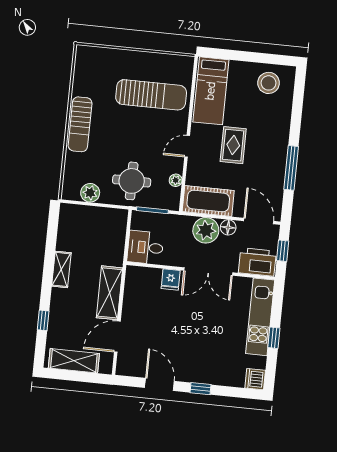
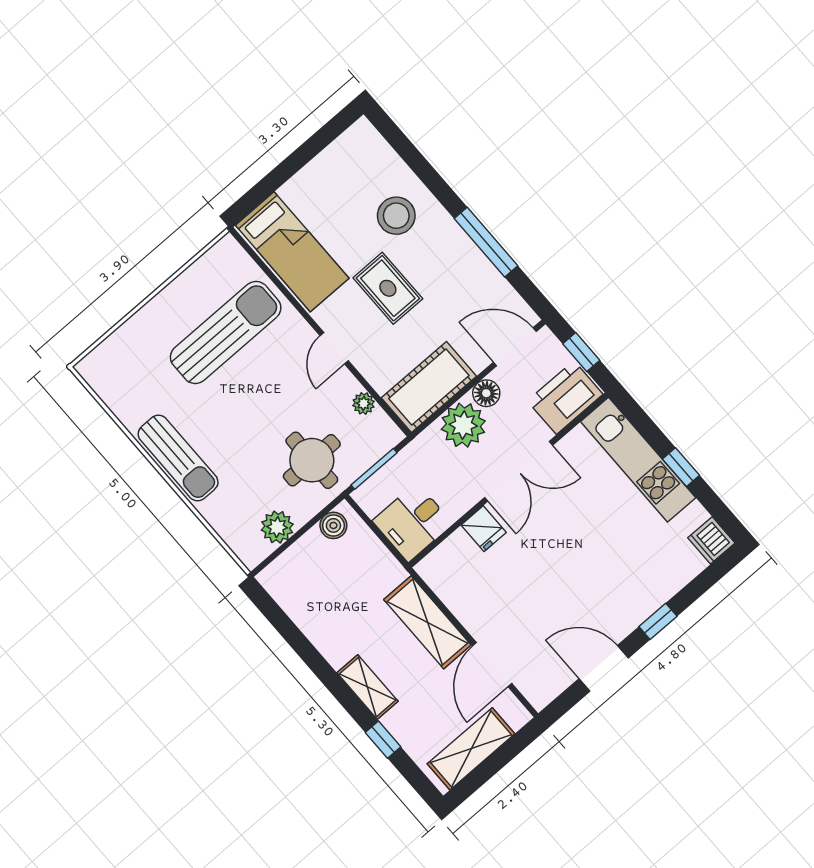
stool: (269, 83) -> (396, 216), moved
boiler: (113, 216) -> (333, 525), added
shelving: (61, 269) -> (367, 687), moved

